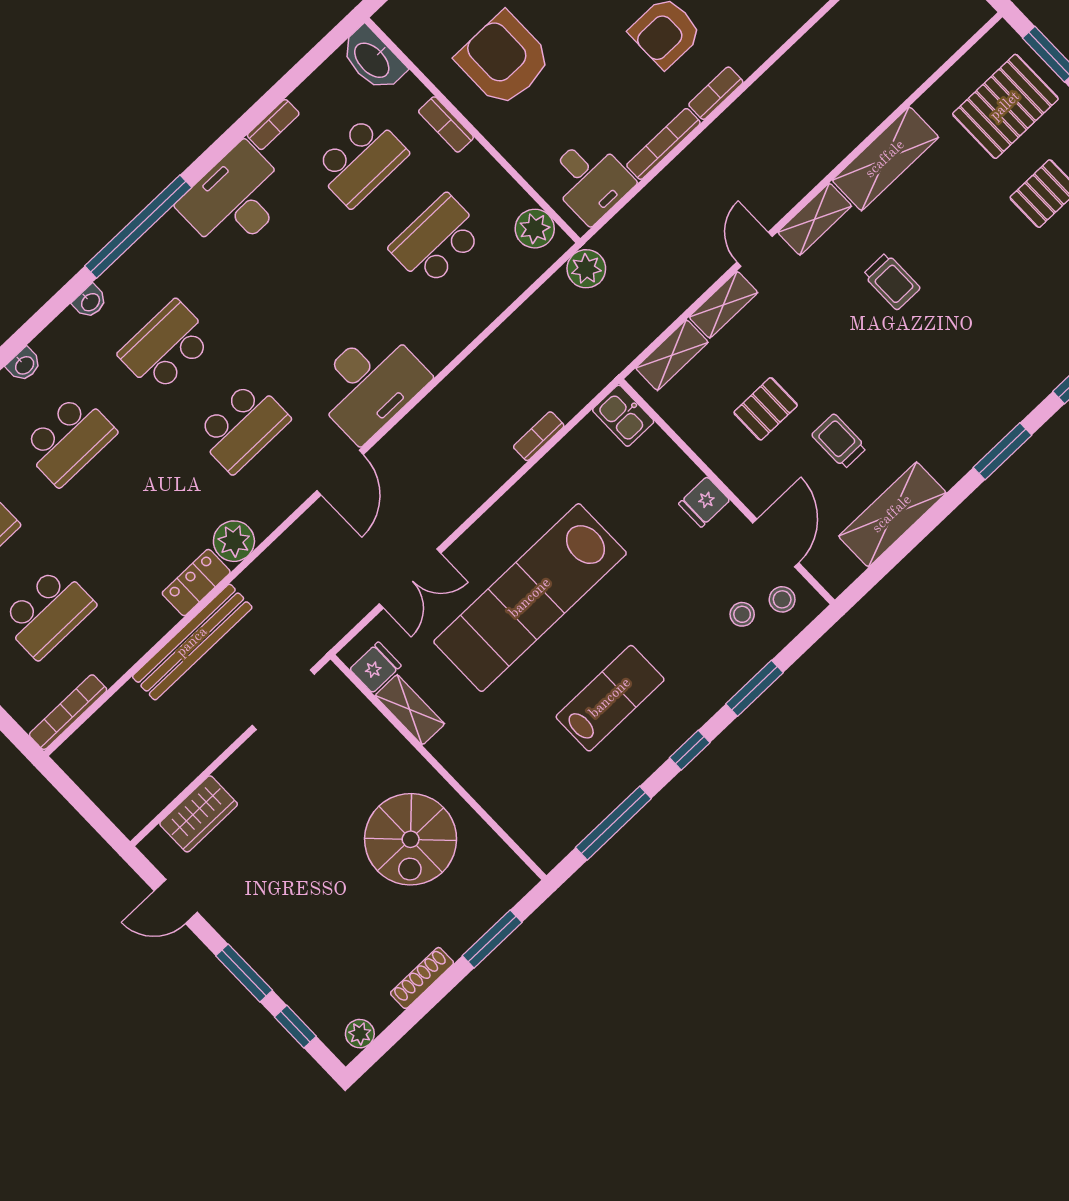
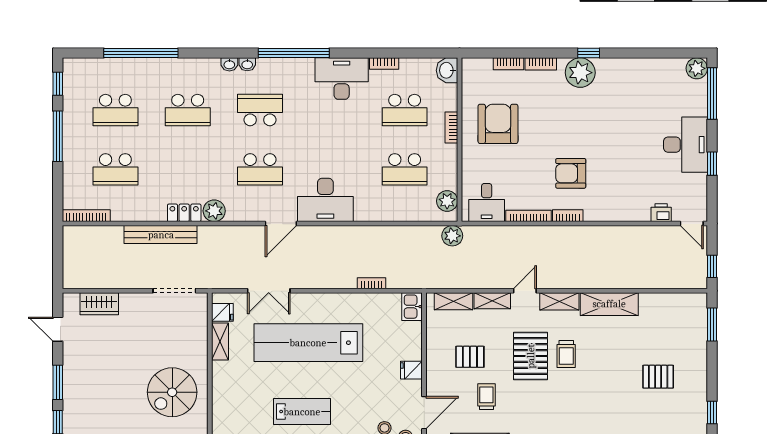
washbasin: (373, 59) -> (447, 70), width x0.72
pallet: (1005, 106) -> (531, 356), moved, turned 90
school desk: (437, 241) -> (405, 169), turned 180
washbasin: (24, 365) -> (229, 64), moved

